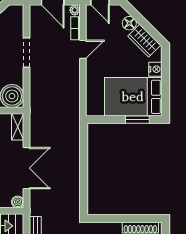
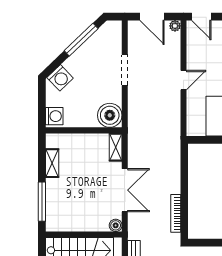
bookcase: (75, 28) -> (176, 213), moved, width x1.56
door: (83, 49) -> (183, 80), moved

